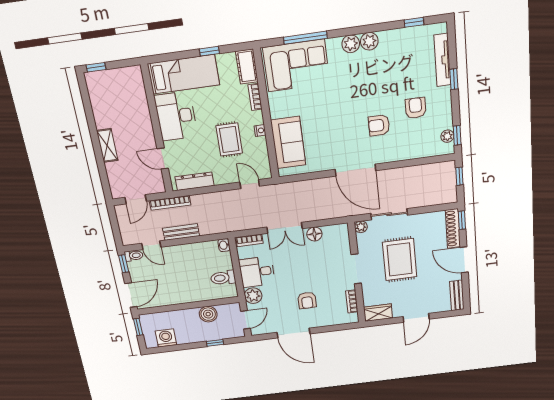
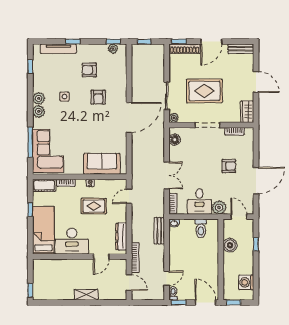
side table: (375, 78) -> (64, 97), added
bench: (181, 232) -> (159, 231), moved
floor lamp: (314, 234) -> (175, 140), moved

